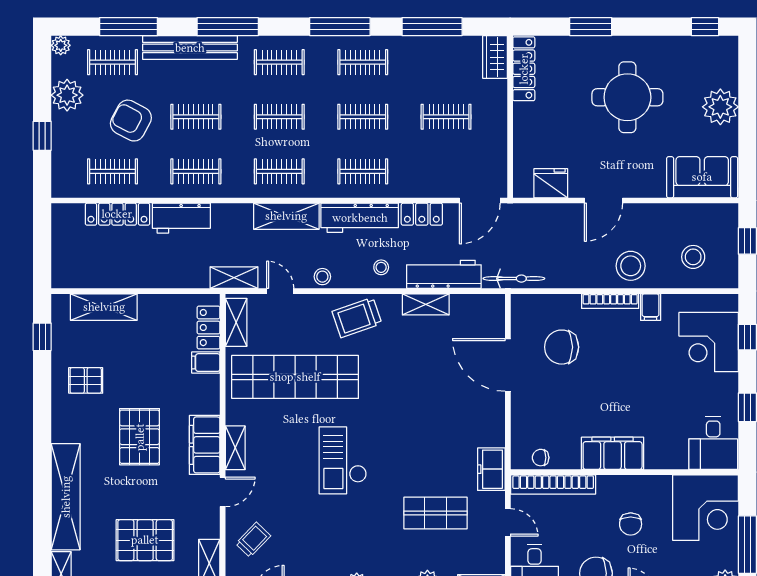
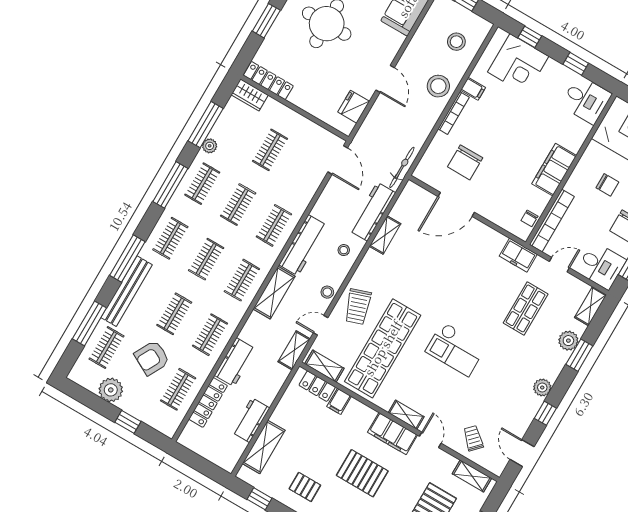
plant: (61, 45) -> (210, 146), moved
locker: (422, 214) -> (325, 203), removed
workbench: (126, 275) -> (251, 420), added
trolley: (357, 318) -> (358, 307), moved
pallet: (86, 380) -> (305, 487), turned 90

